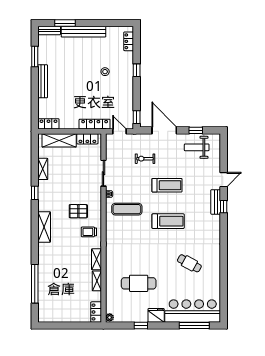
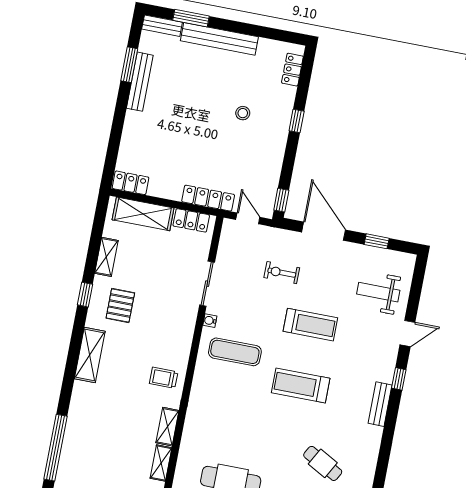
bench: (43, 81) -> (140, 82), moved
weight bench: (197, 147) -> (378, 292), moved
bench: (216, 202) -> (380, 404), moved
pallet: (78, 211) -> (120, 306), moved, turned 90
treadmill: (168, 221) -> (301, 385), turned 180

